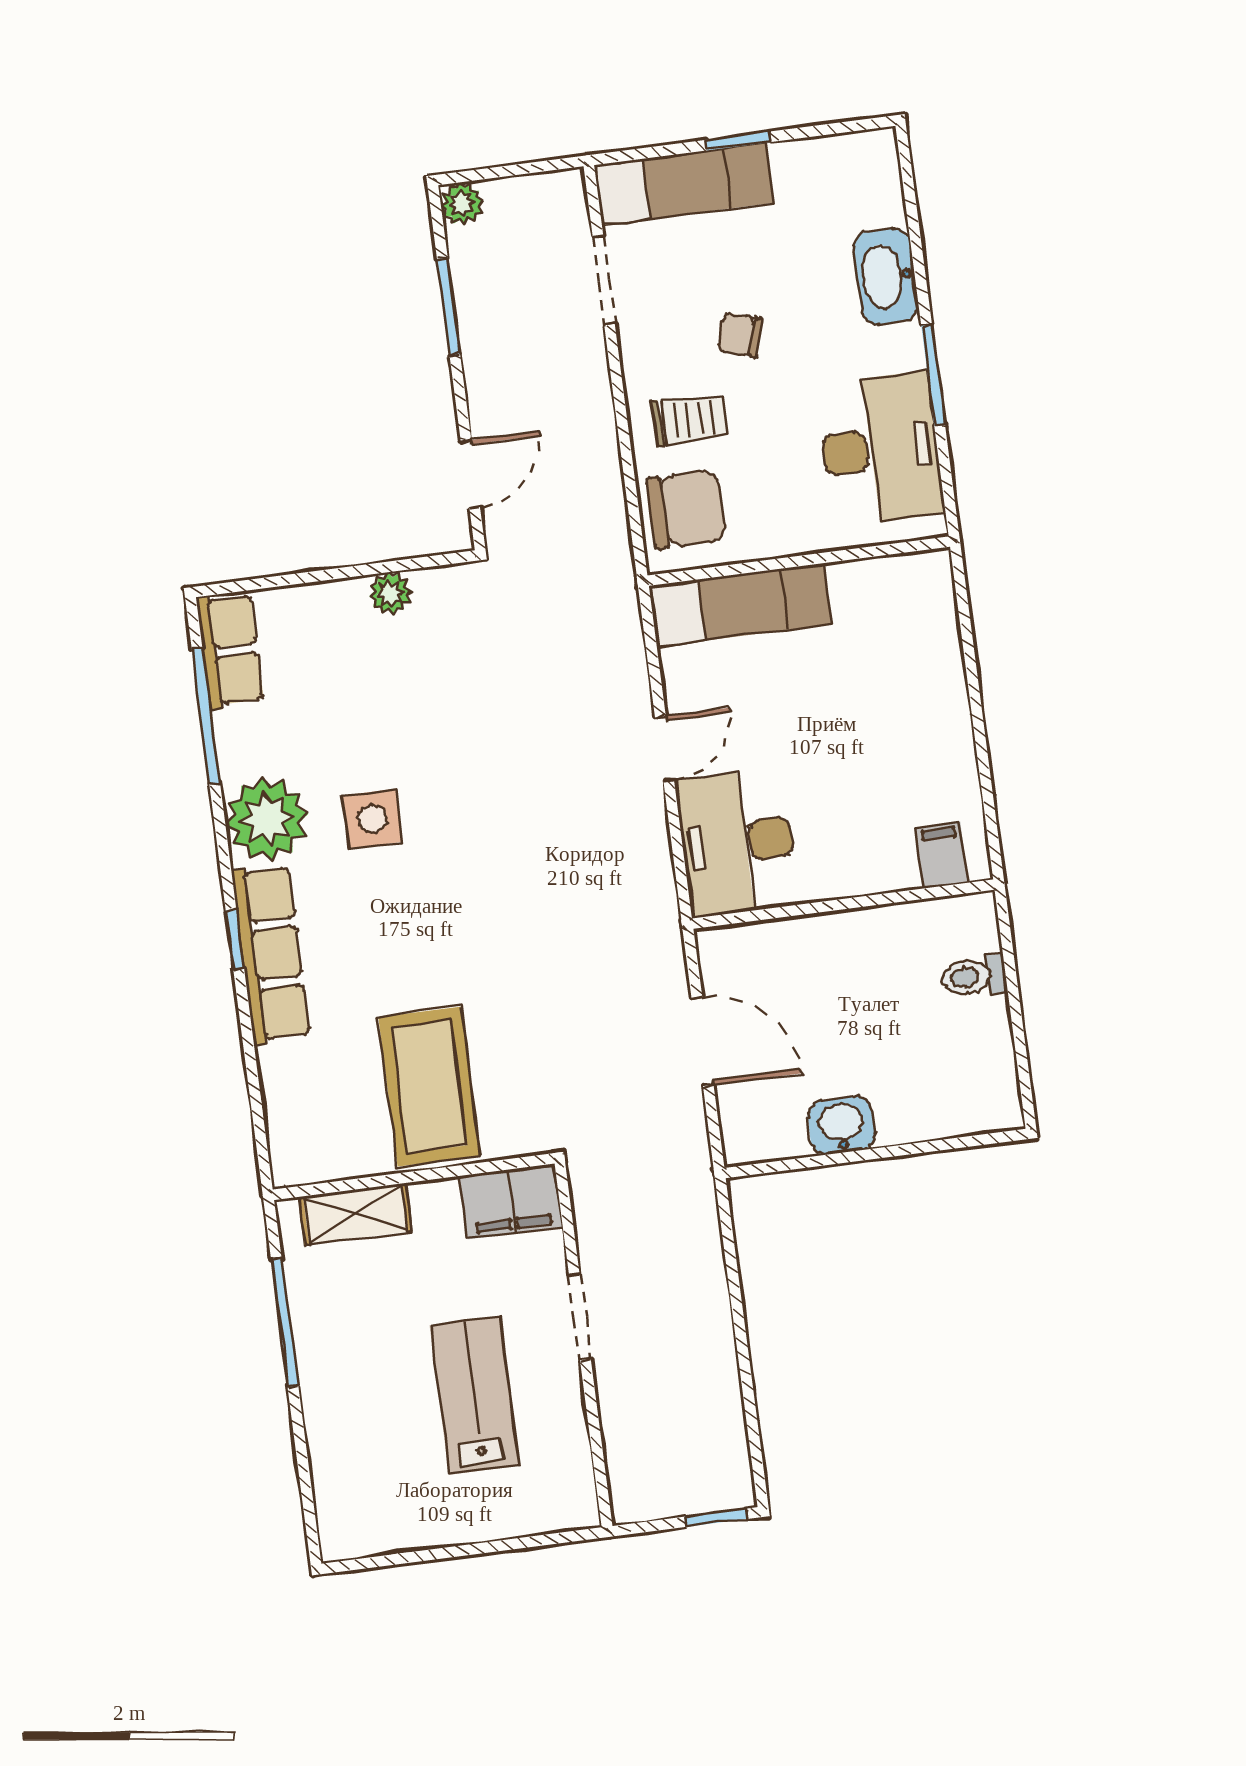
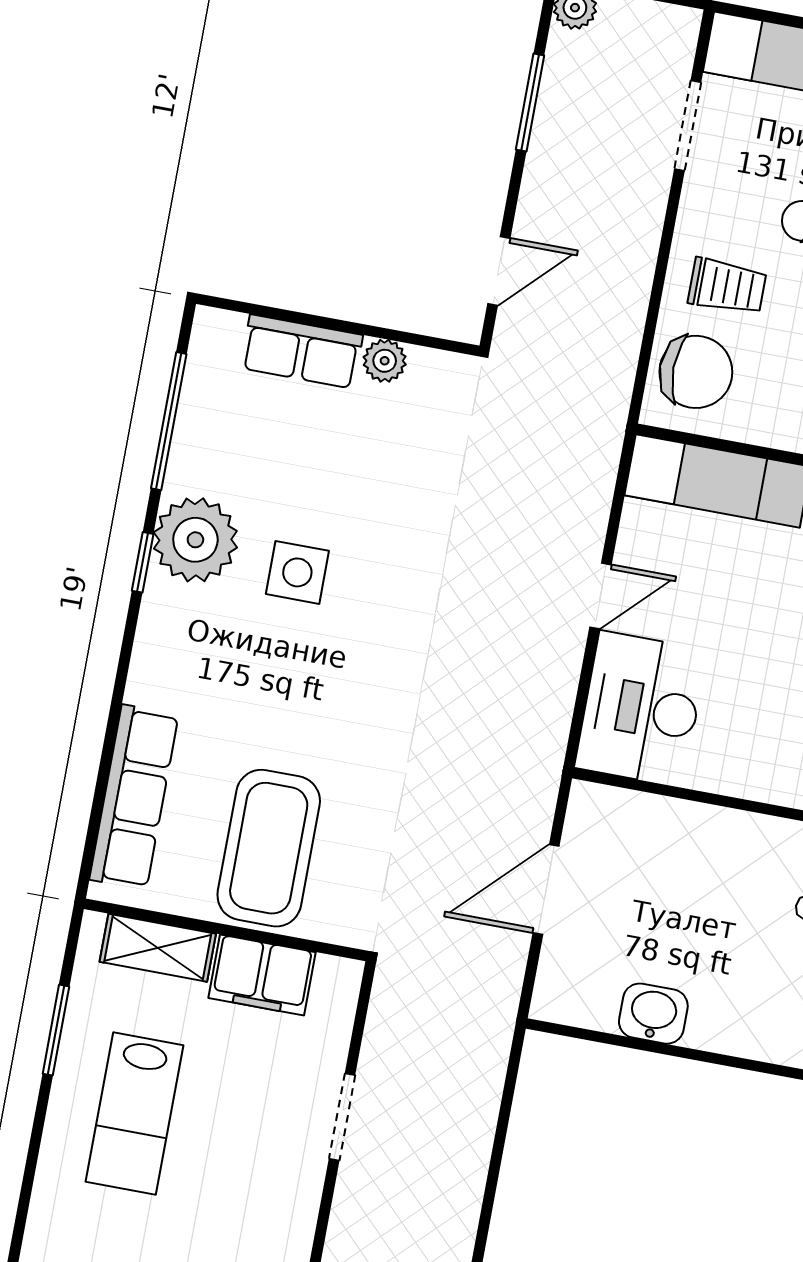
row of seats: (230, 651) -> (302, 352), moved, turned 90
window: (235, 939) -> (143, 562), moved
row of seats: (271, 954) -> (134, 797), moved
door: (703, 1041) -> (546, 890), swing flipped
filing cabinet: (511, 1201) -> (262, 975), moved
window: (285, 1322) -> (56, 1030), width x0.69
lab bench: (474, 1396) -> (135, 1114), moved, turned 180

